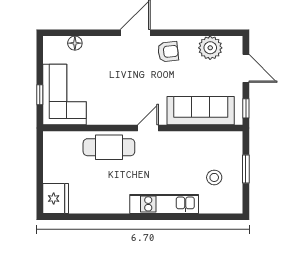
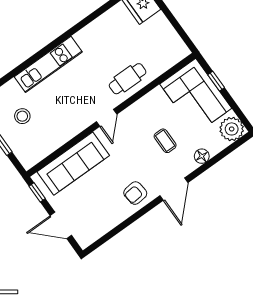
floor lamp: (75, 43) -> (202, 156), moved
plant: (210, 48) -> (232, 129), moved
coffee table: (114, 76) -> (165, 141), added
cafe table: (109, 147) -> (128, 79), width x0.73, depth x0.74

